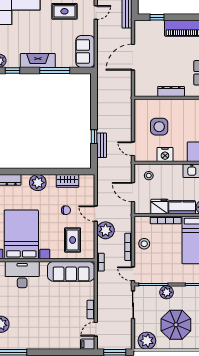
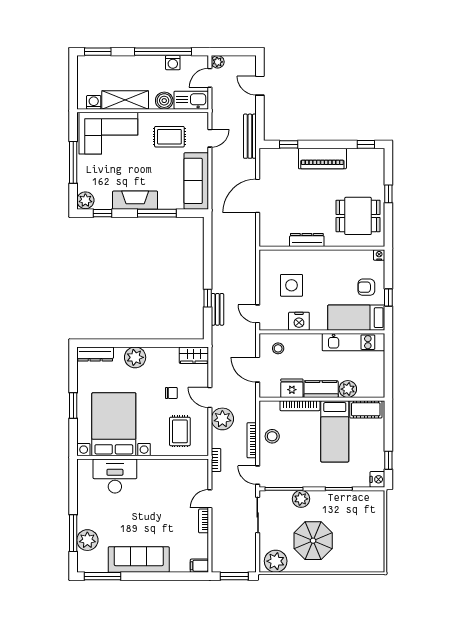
sofa: (85, 51) -> (196, 181), width x1.36
wardrobe: (68, 181) -> (194, 355), moved
sofa: (71, 271) -> (139, 560), moved, turned 180
door: (96, 329) -> (210, 499), moved

